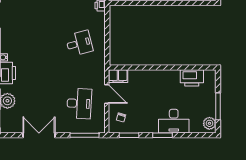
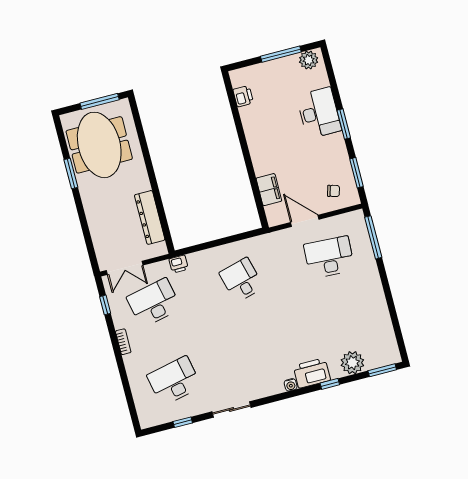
filing cabinet: (118, 76) -> (269, 190), moved
printer: (192, 78) -> (243, 96), width x0.53, depth x0.68
door: (107, 94) -> (305, 221), hinge flipped
double door: (39, 135) -> (391, 304), removed

